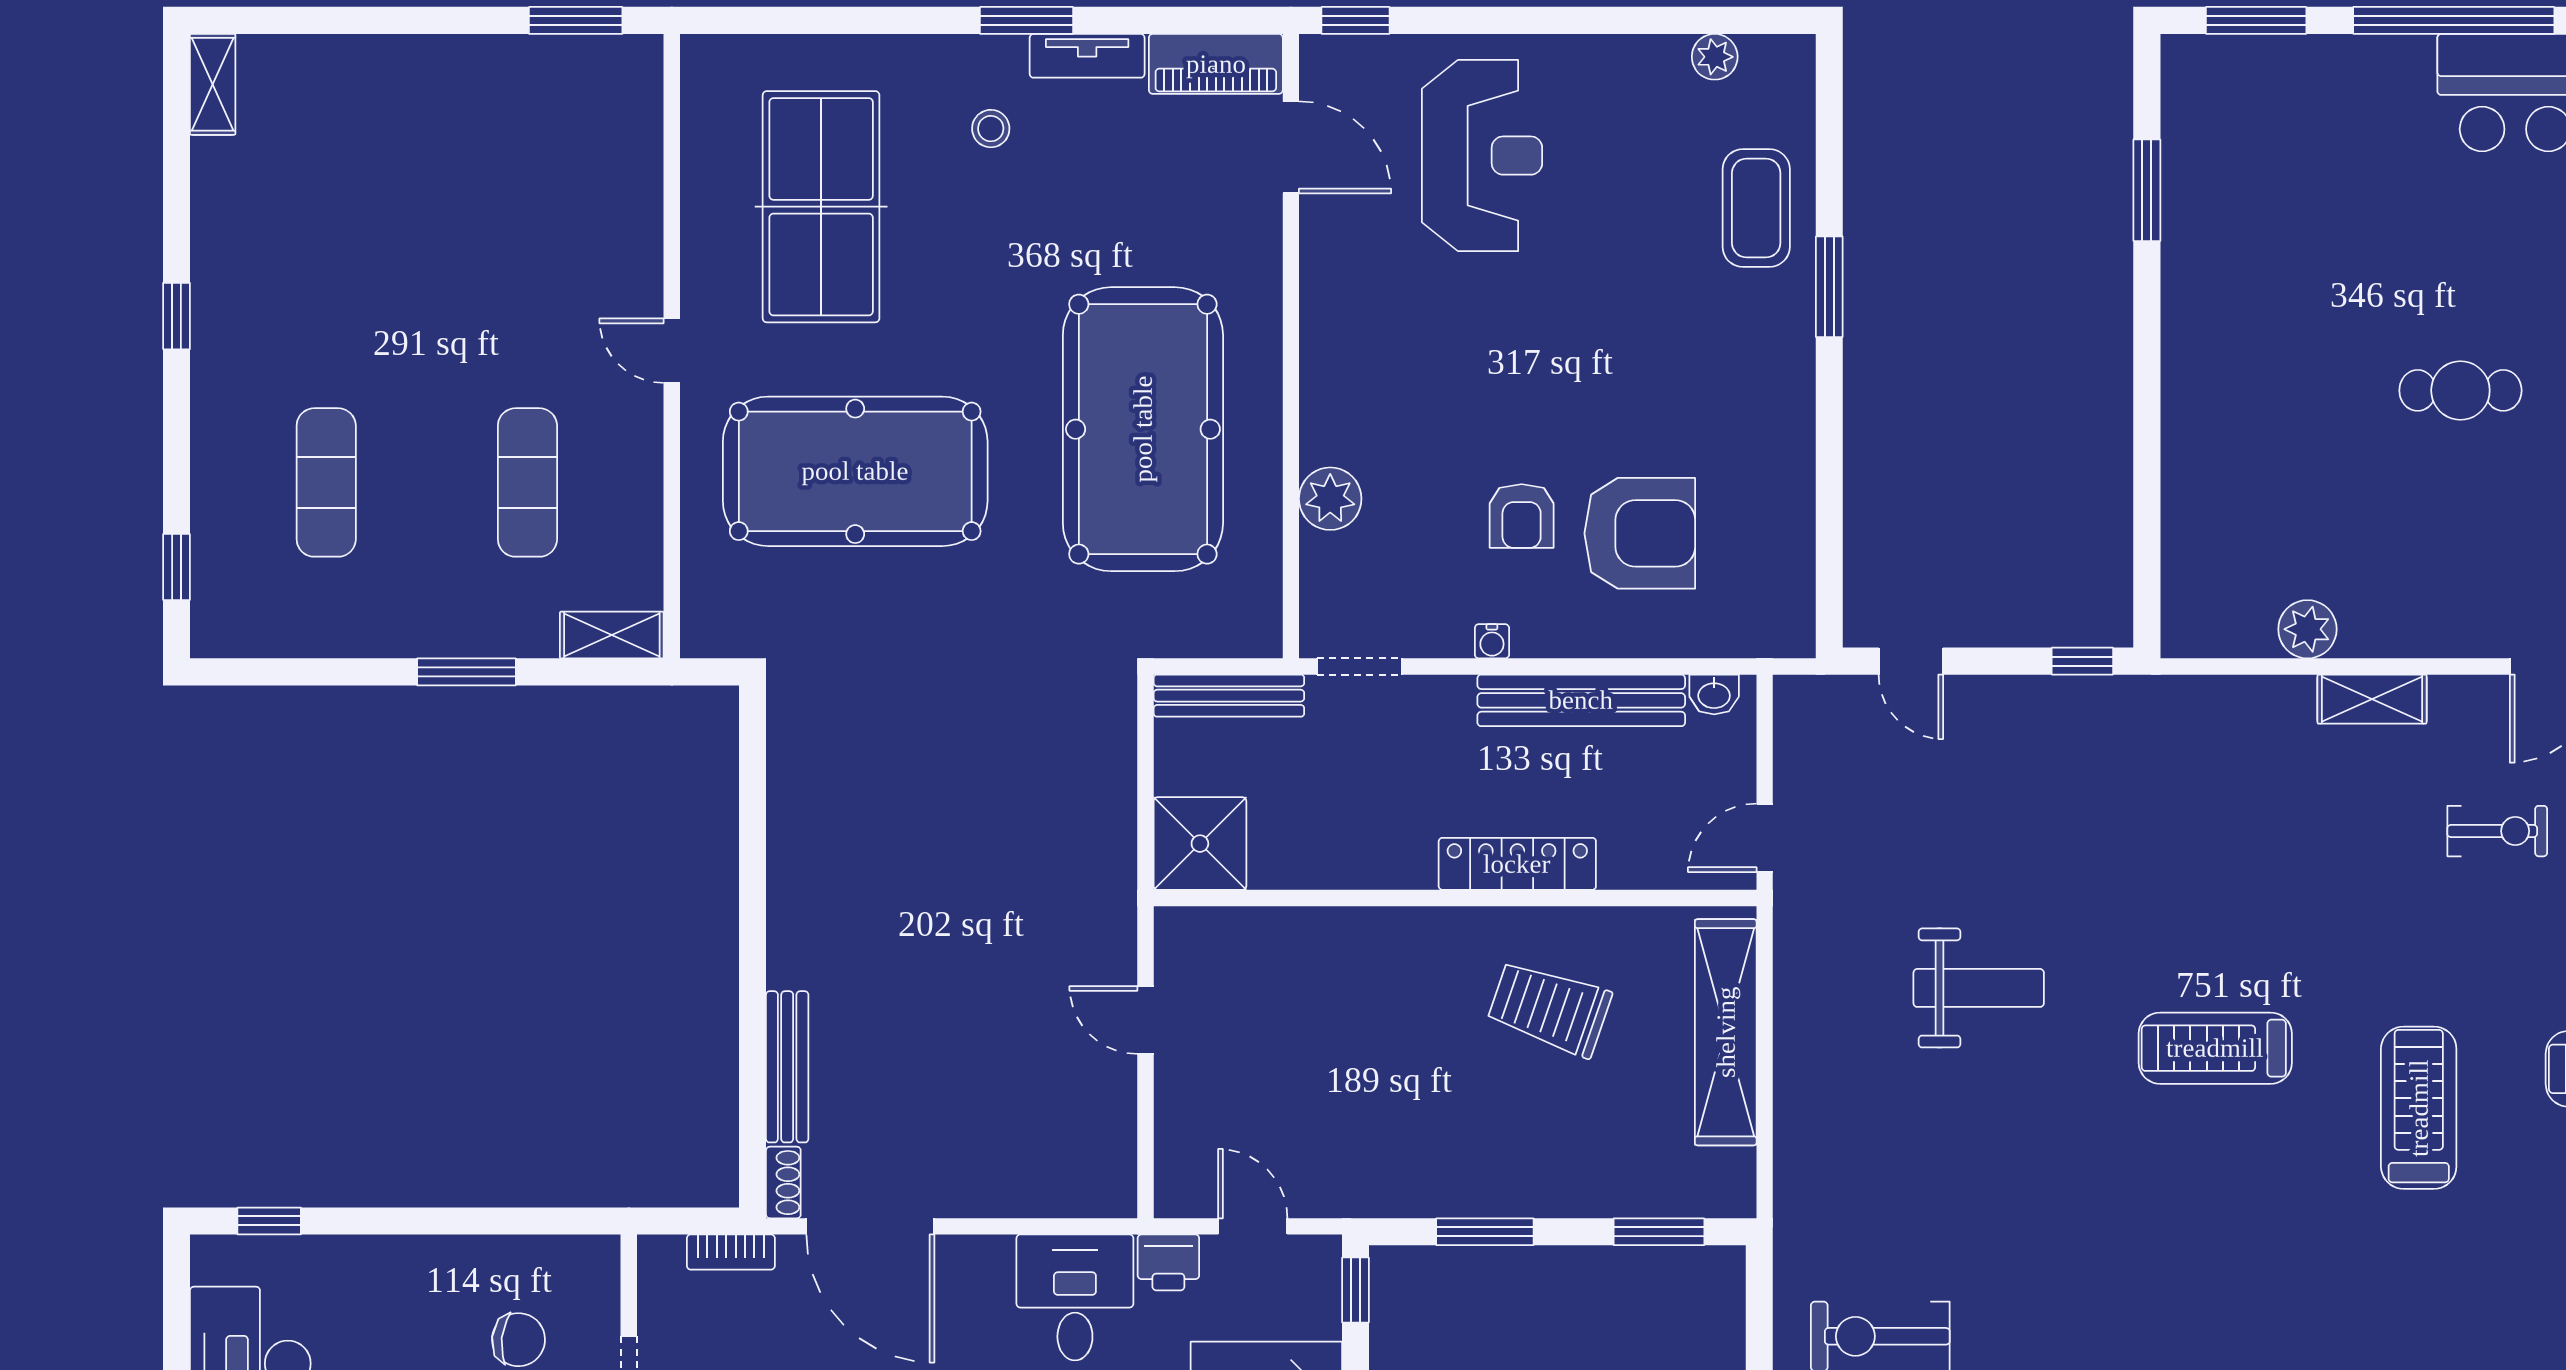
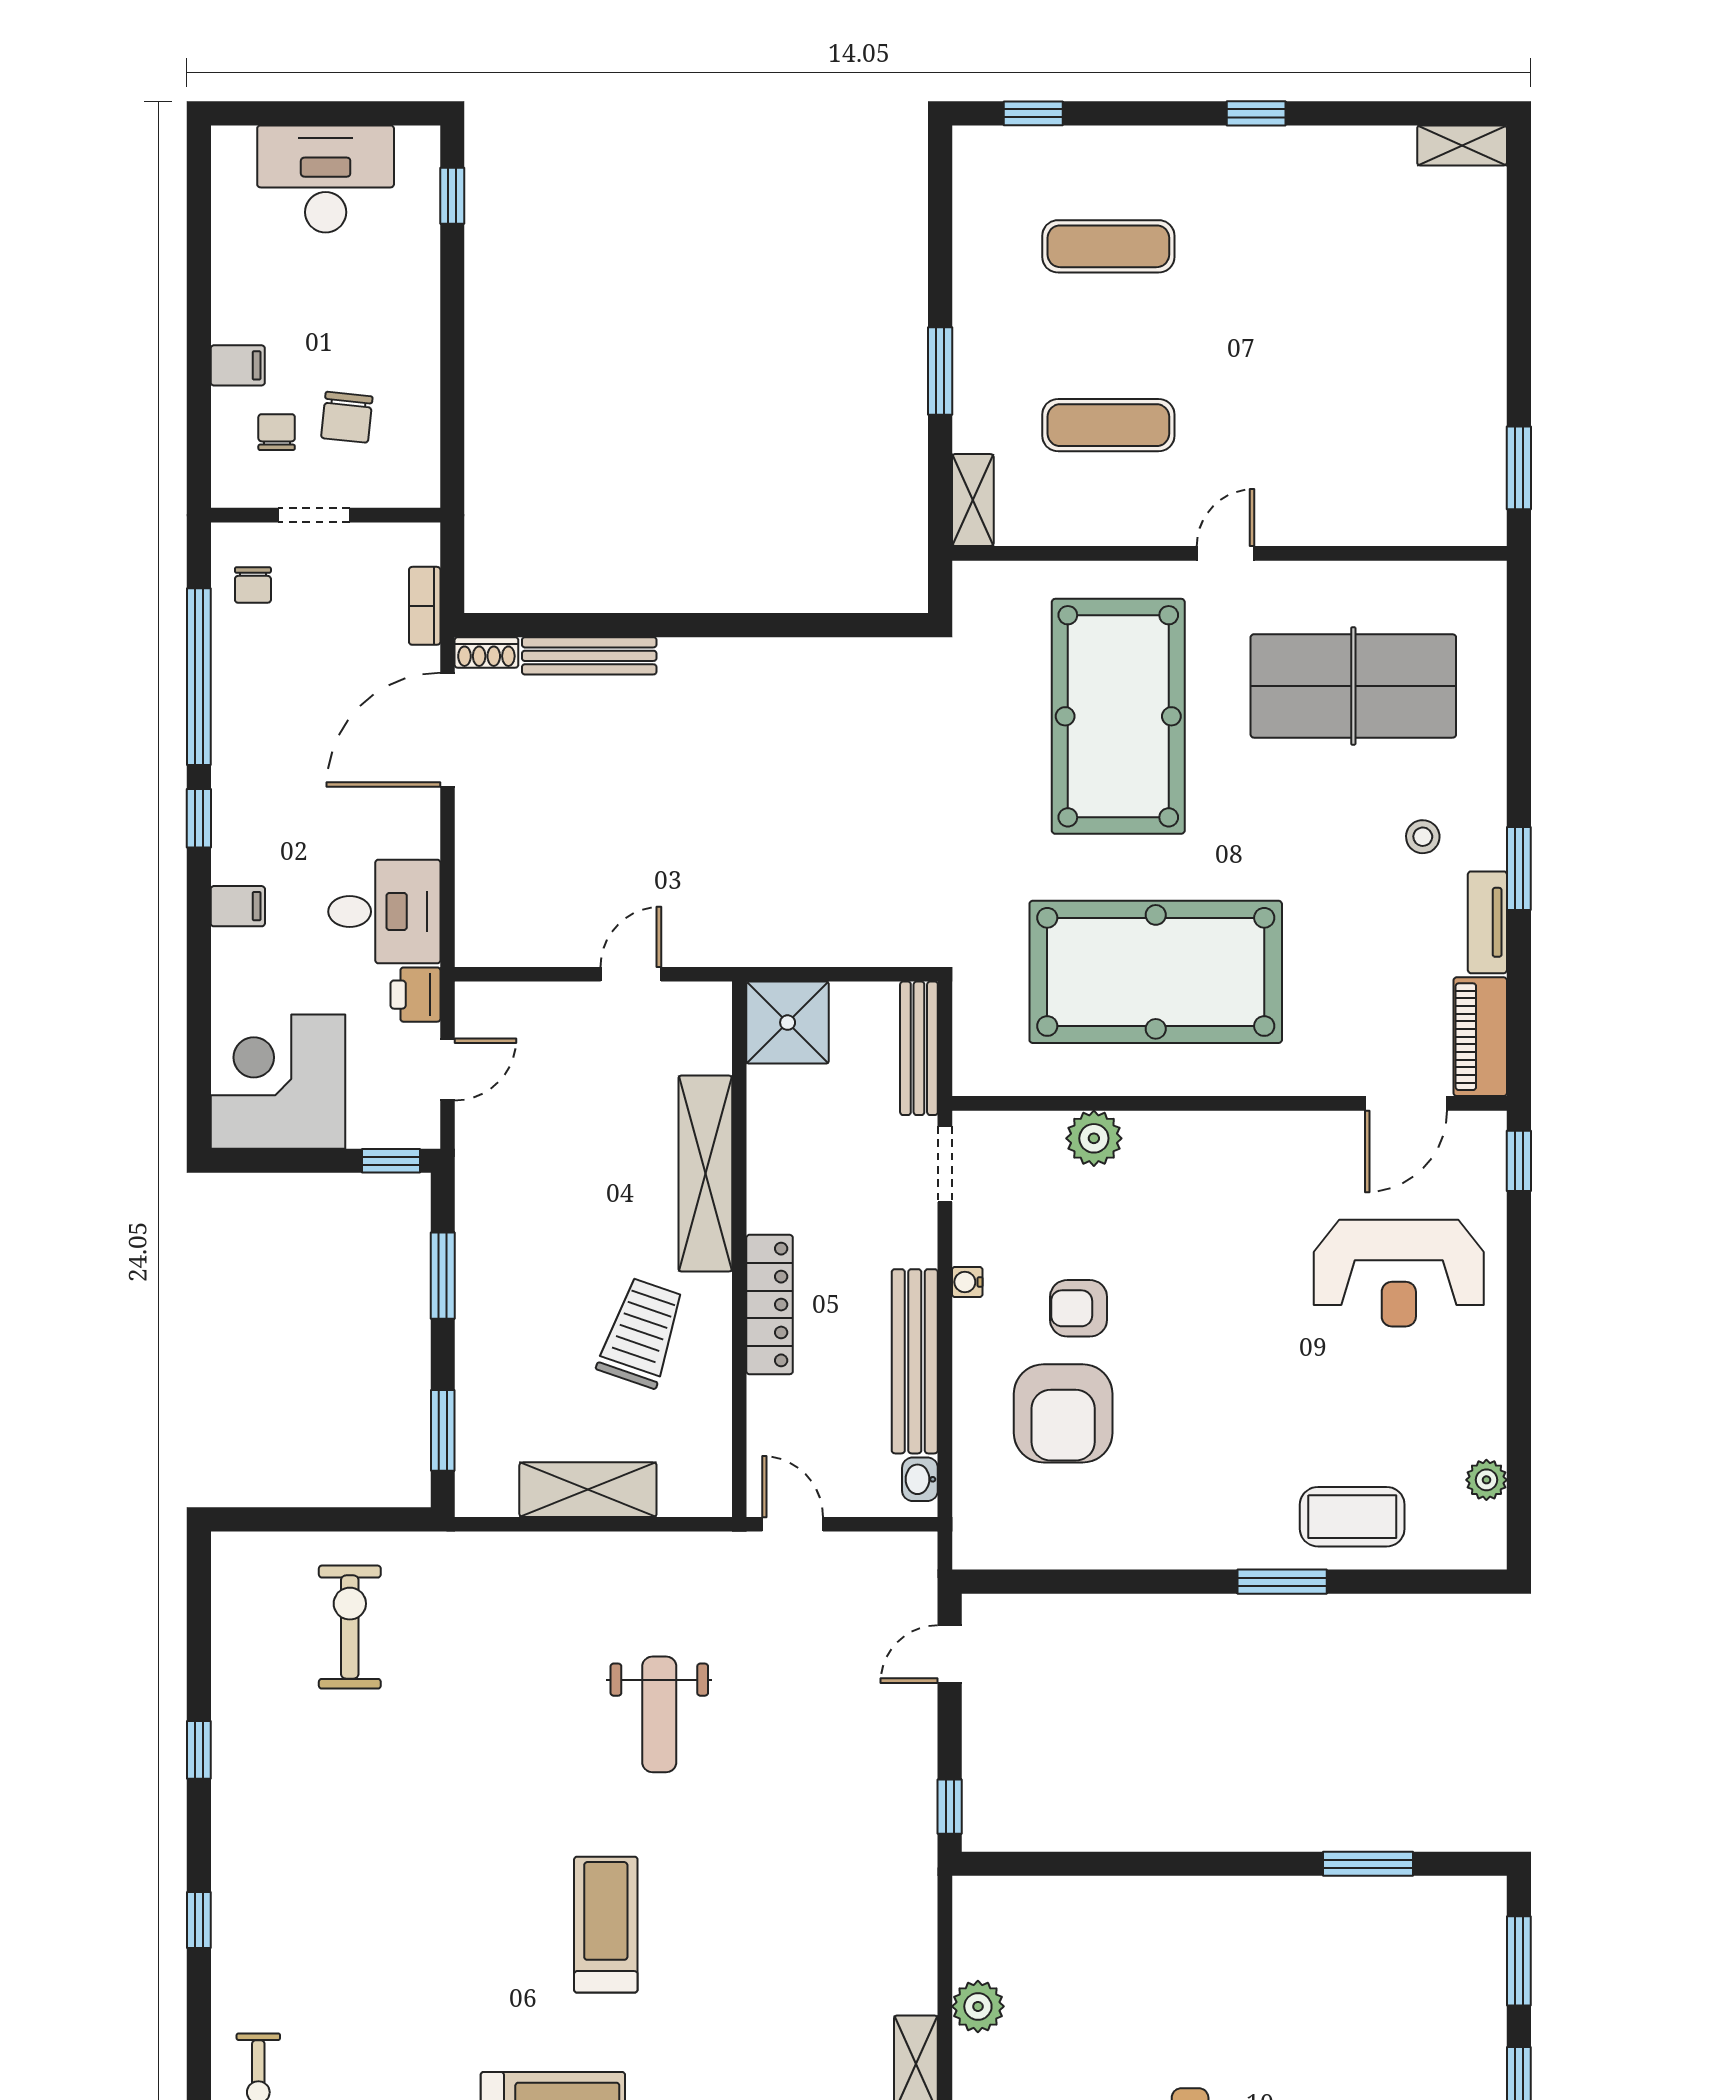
shelving: (1370, 936) -> (705, 1174), added
shelving: (1726, 1032) -> (588, 1490), width x0.68

